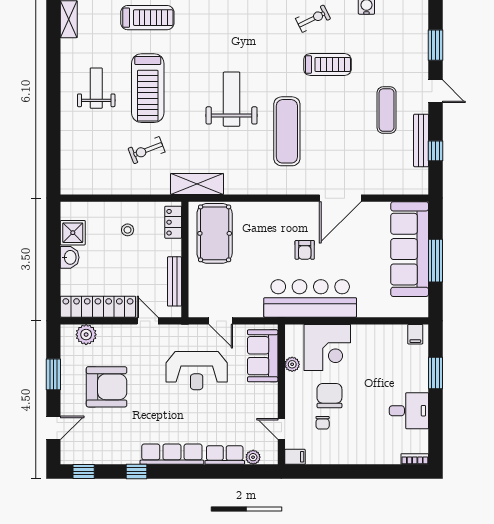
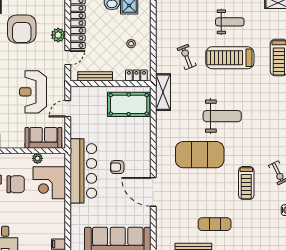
exercise mat: (287, 131) -> (200, 155), width x1.47
plant: (86, 335) -> (58, 35), moved

